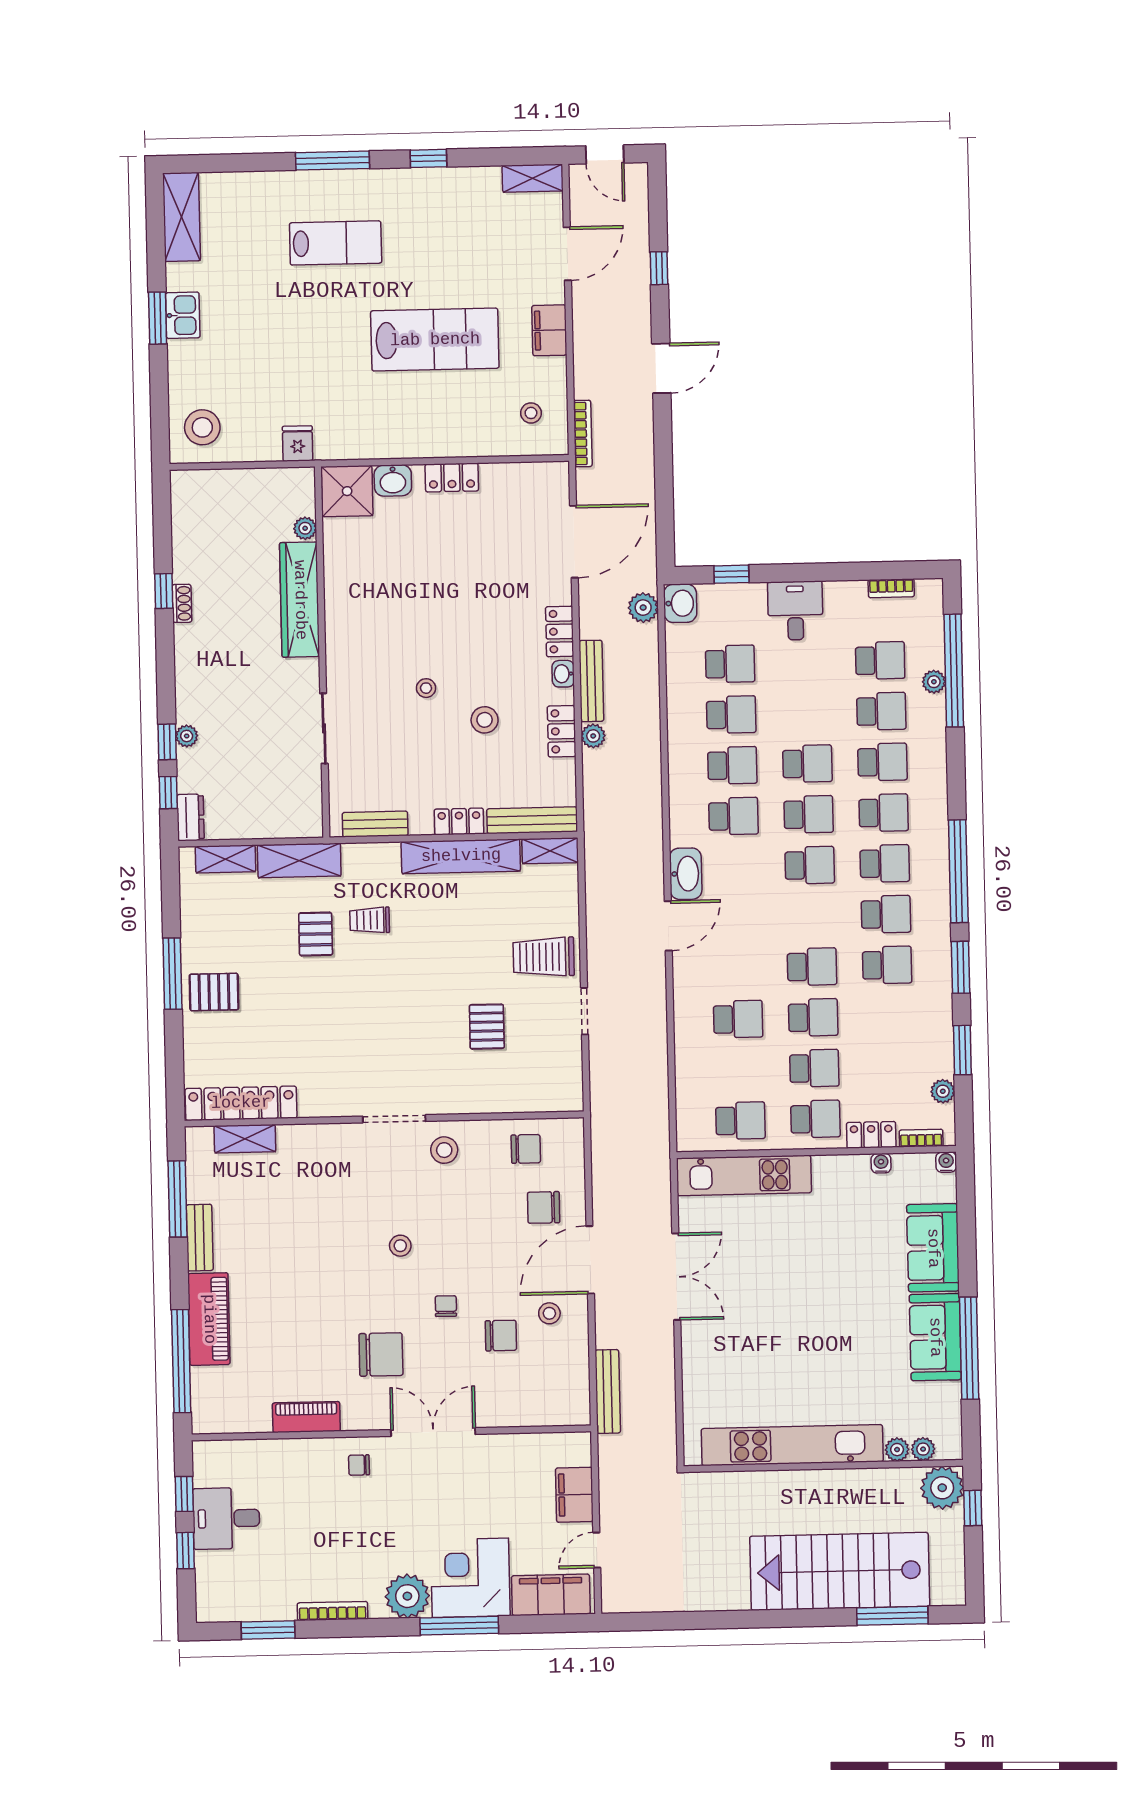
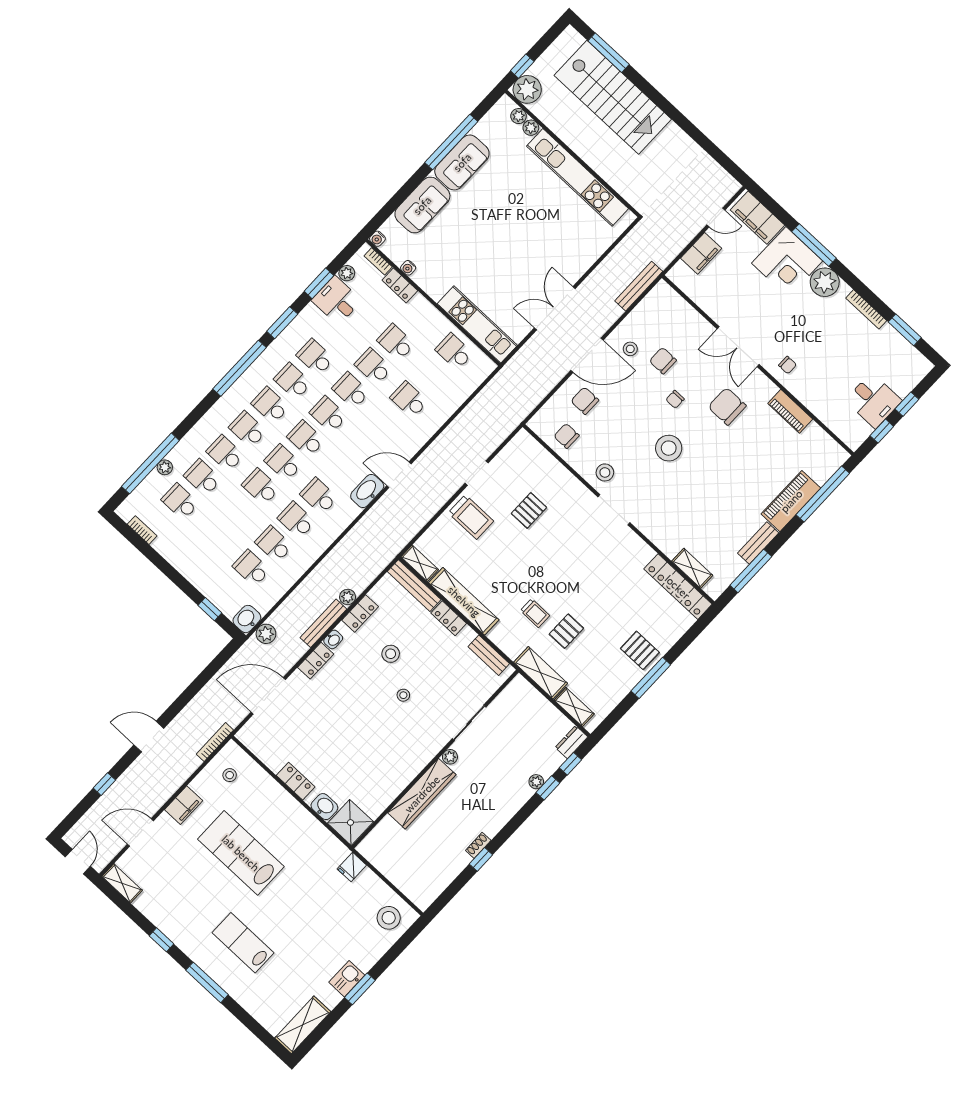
plant: (305, 528) -> (450, 757), moved
desk: (795, 611) -> (337, 300), moved, turned 90
school desk: (815, 1119) -> (328, 415), moved
chair: (544, 1207) -> (585, 401), turned 180
stool: (400, 1246) -> (669, 448), width x1.89, depth x1.89

